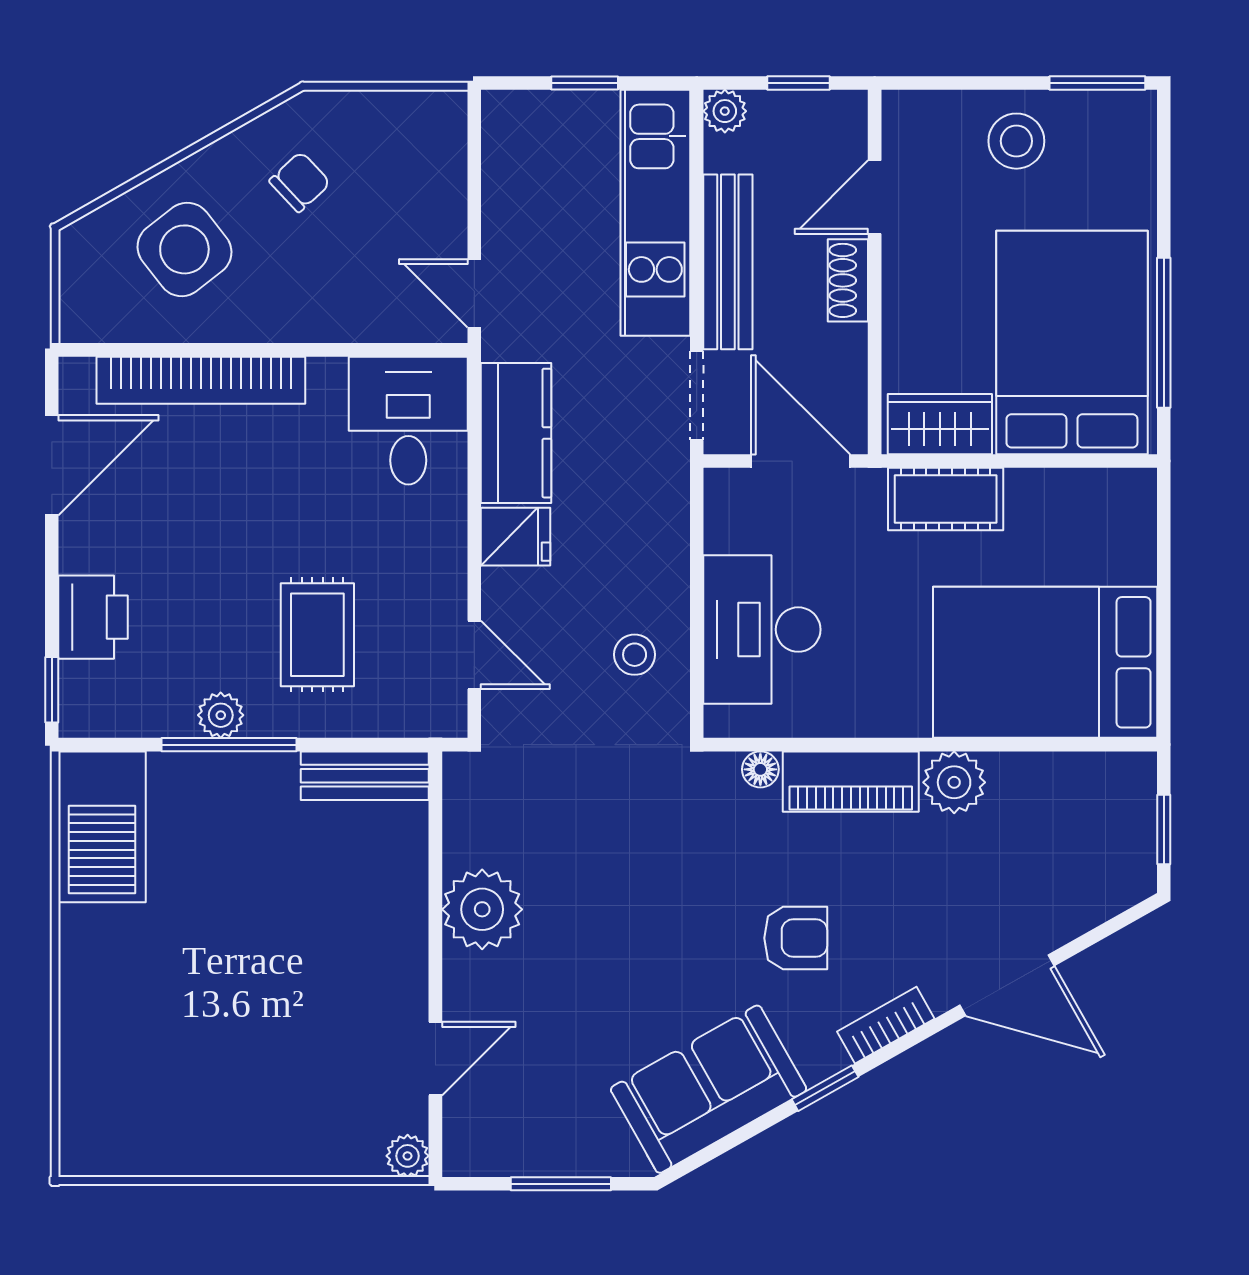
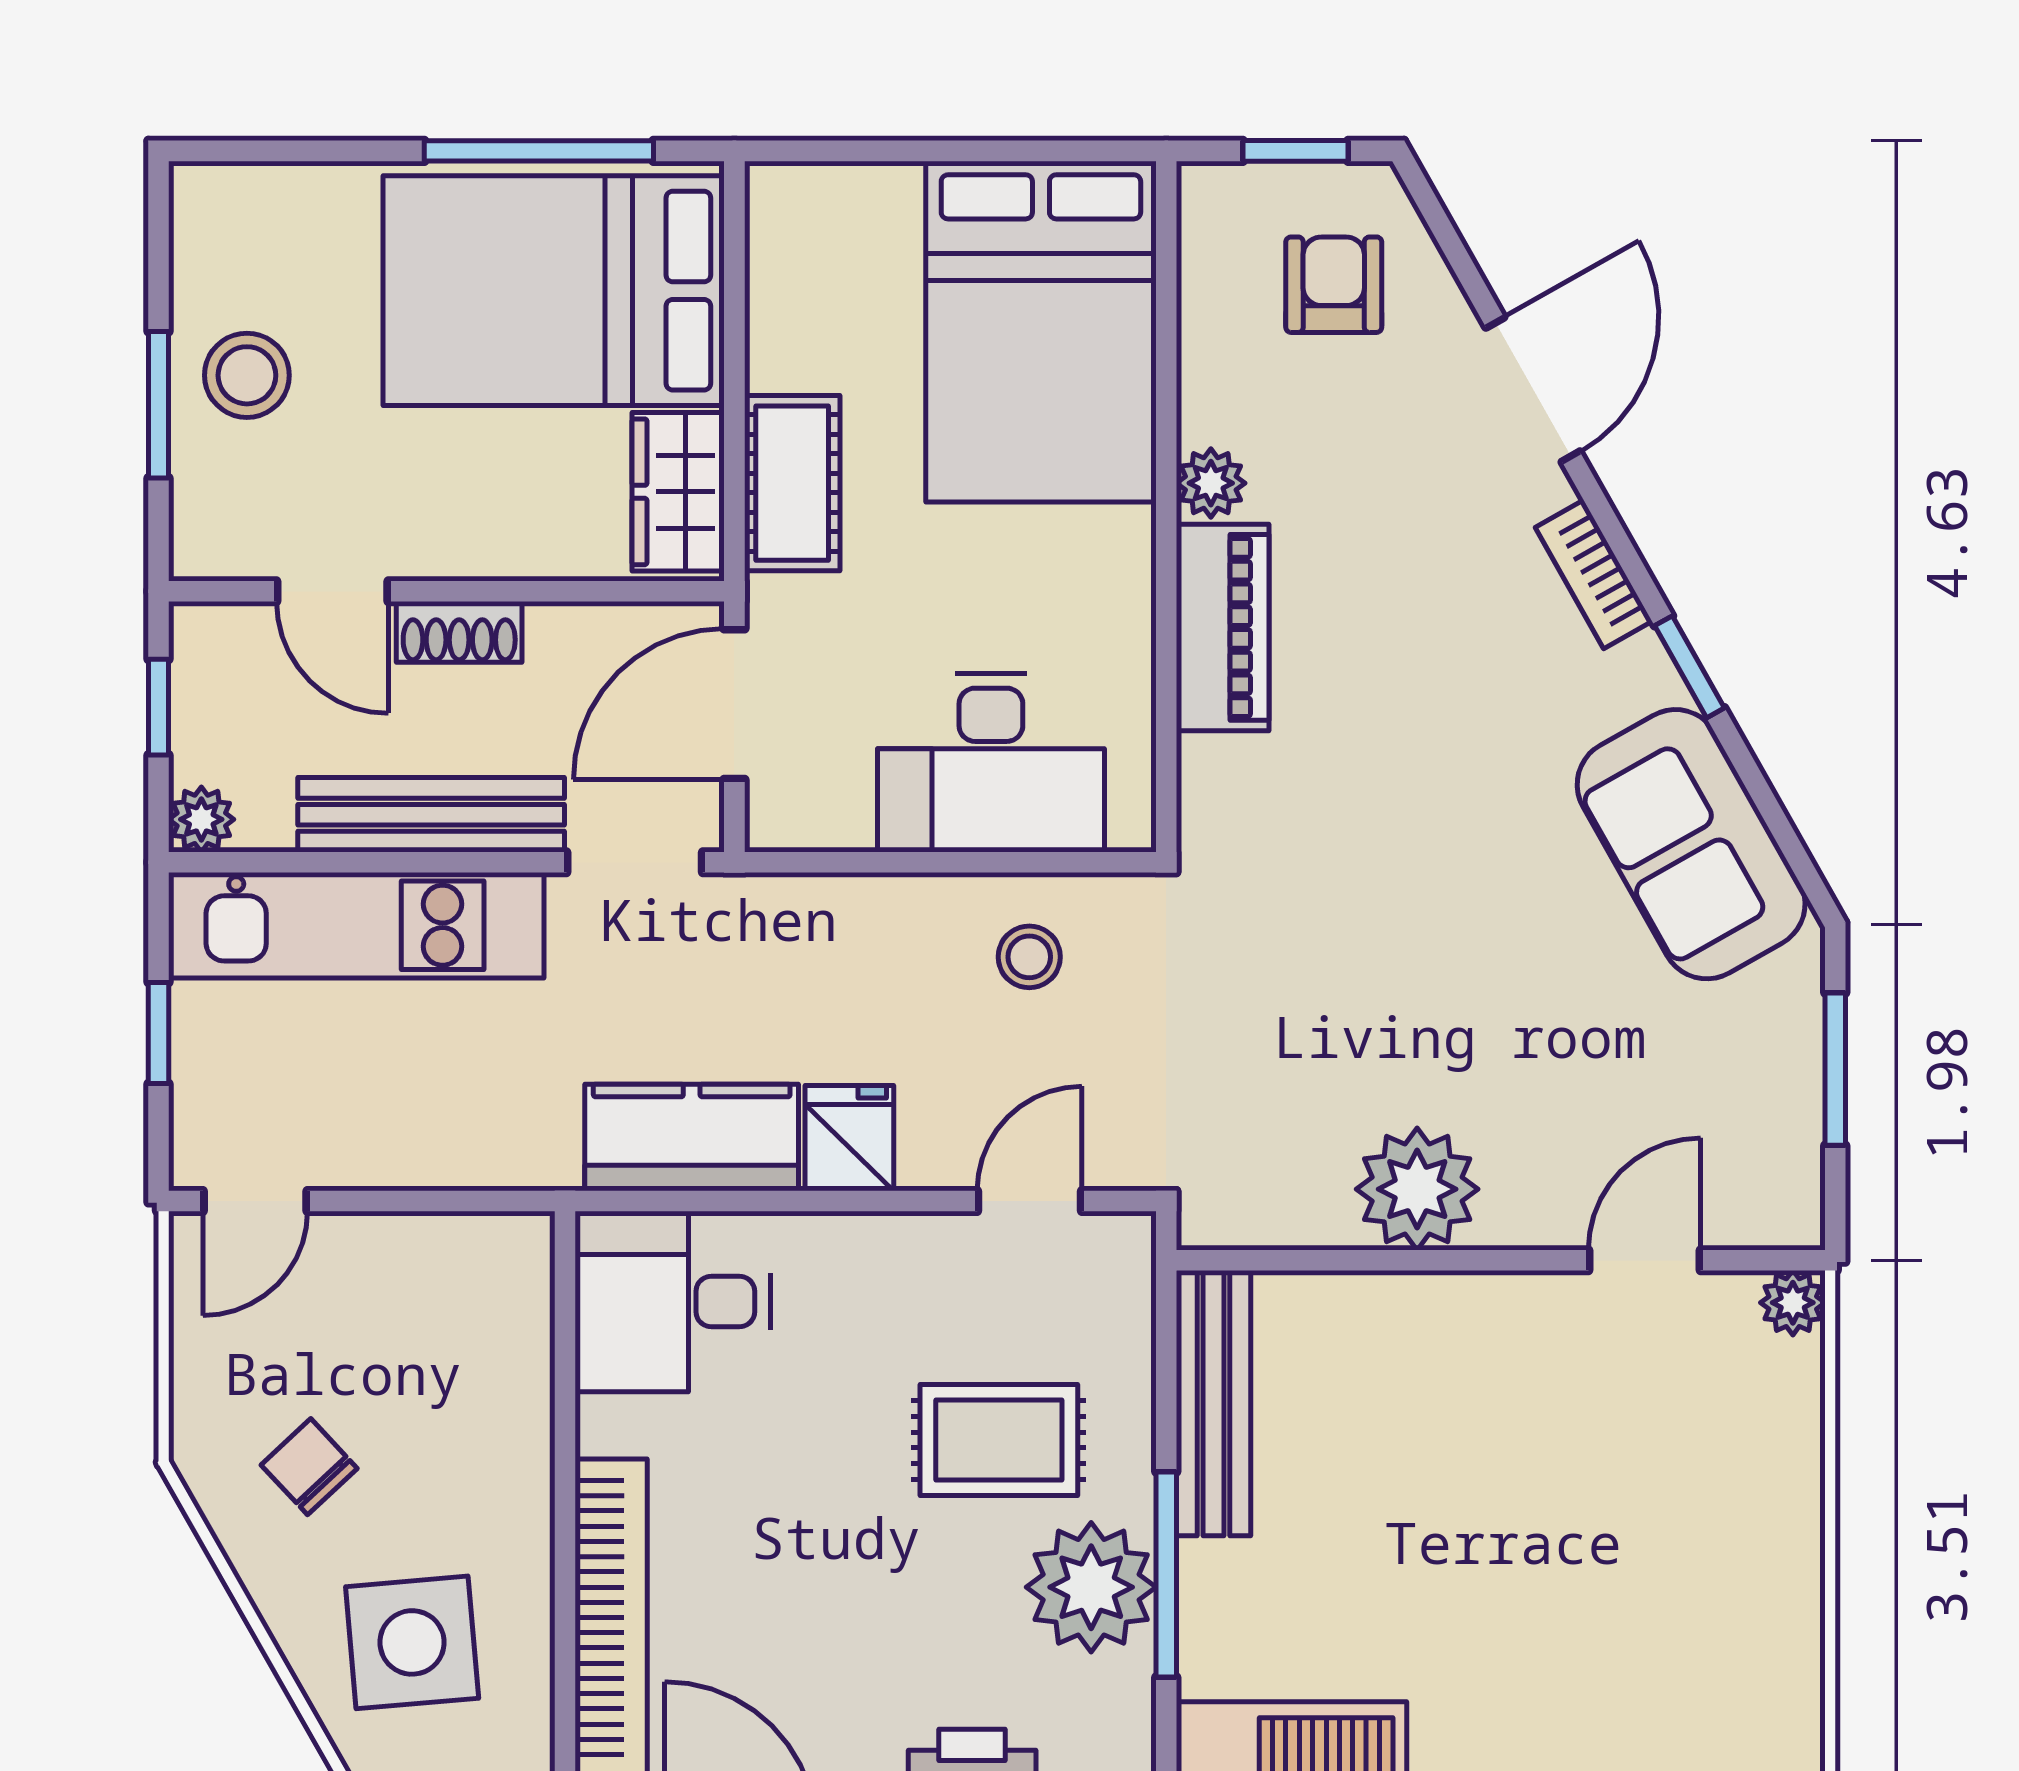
window: (1097, 83) -> (159, 405), moved
side table: (184, 249) -> (412, 1642), turned 33
door: (474, 293) -> (255, 1201), moved
plant: (221, 715) -> (1091, 1587), width x1.87, depth x1.87
floor lamp: (760, 769) -> (1204, 765), removed
bench: (365, 776) -> (1214, 1403), width x1.36
plant: (954, 782) -> (1211, 483), width x0.73, depth x0.73
armchair: (796, 938) -> (1334, 285), moved
door: (435, 1059) -> (1644, 1260), hinge flipped

